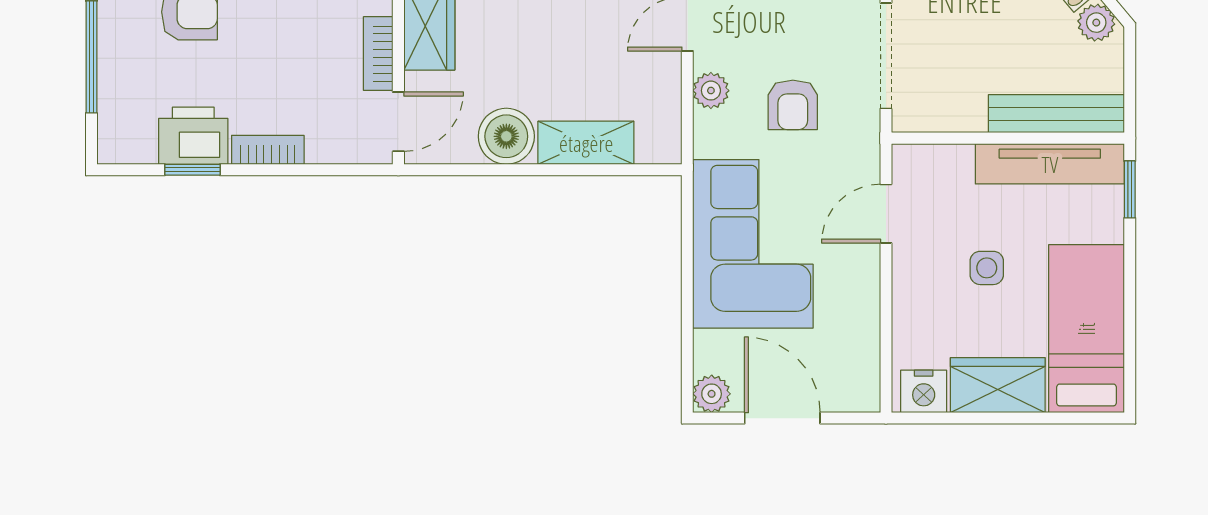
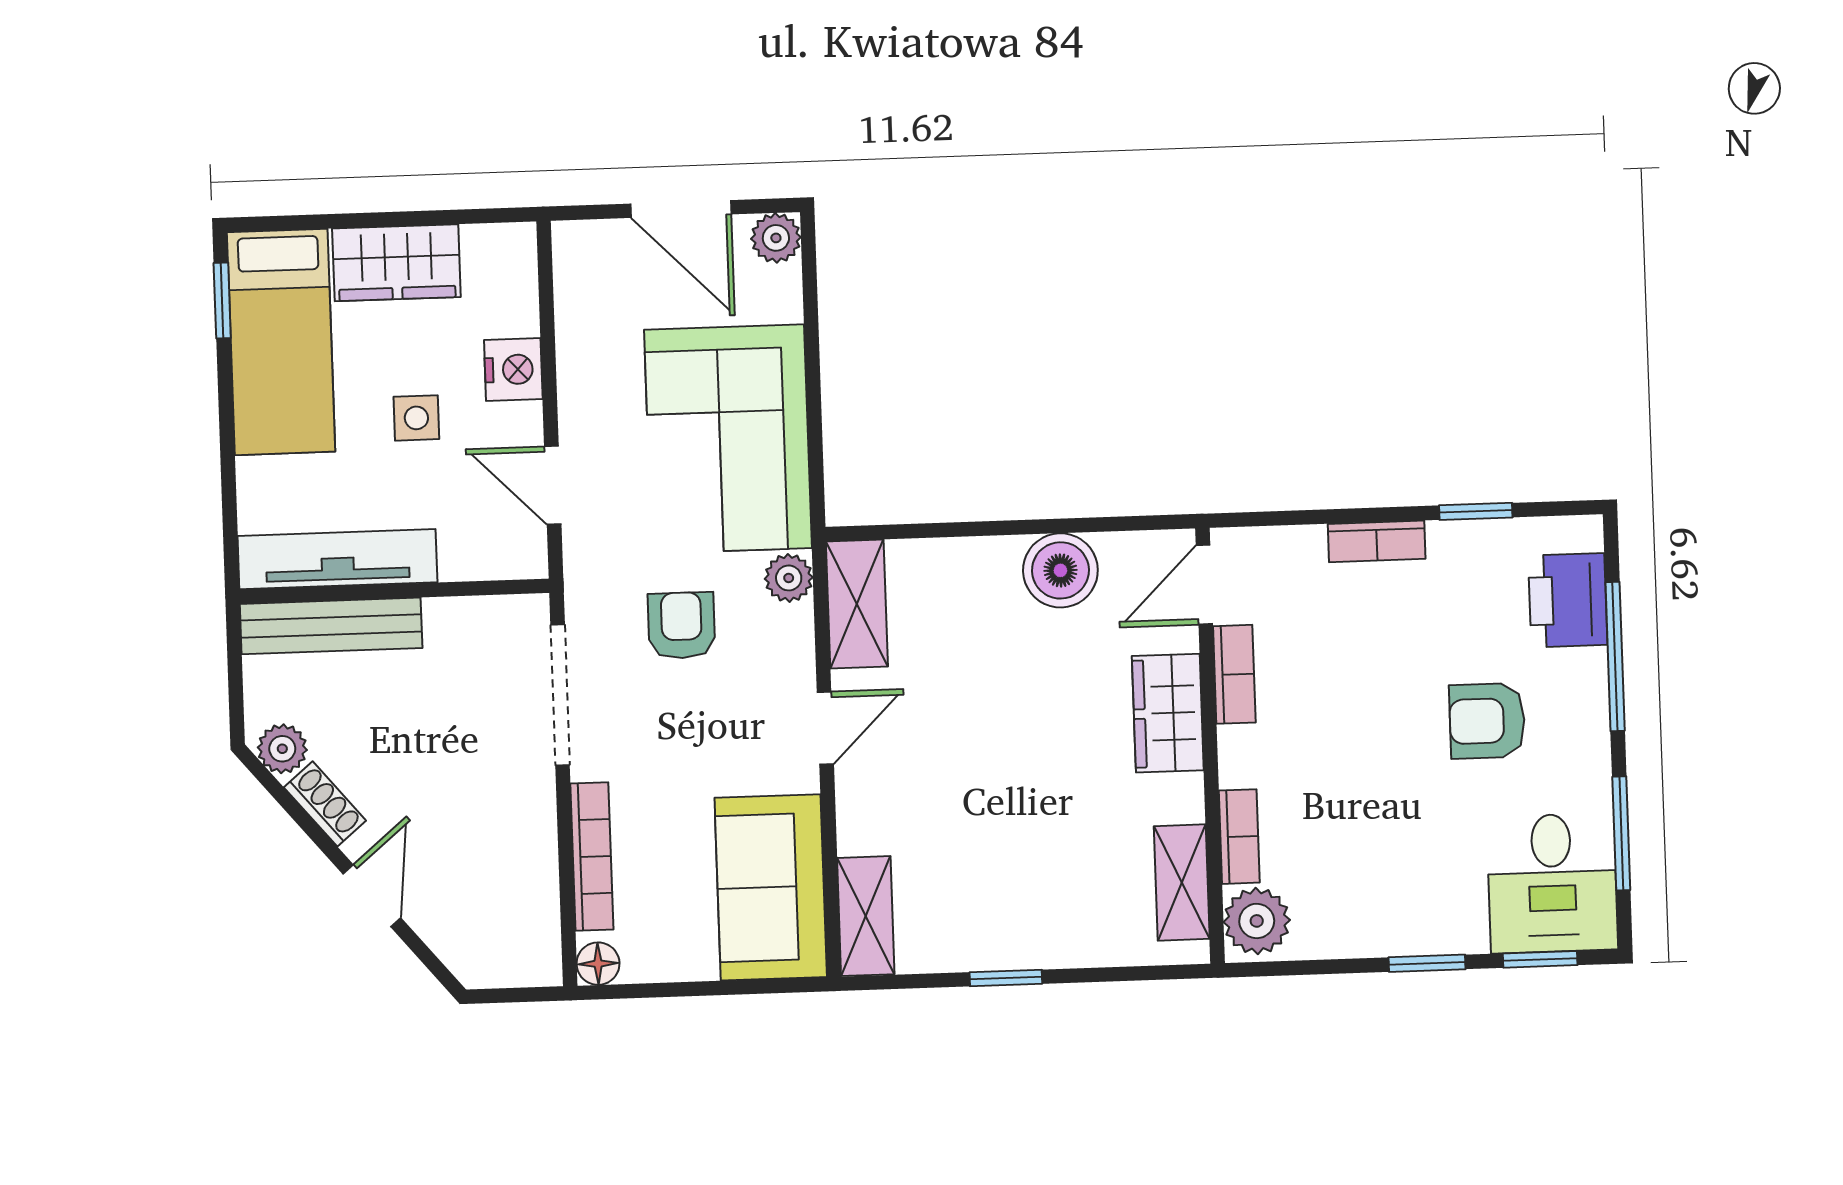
plant: (711, 91) -> (789, 578), moved
printer: (193, 136) -> (1568, 600), moved, turned 90
shelving: (586, 143) -> (857, 604), moved, turned 90
window: (1130, 189) -> (222, 300), moved
door: (886, 214) -> (553, 485), swing flipped
nightstand: (924, 391) -> (513, 369), moved, turned 90

